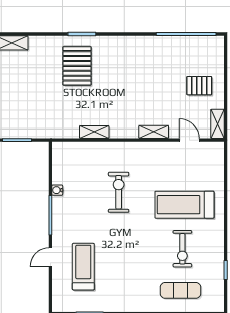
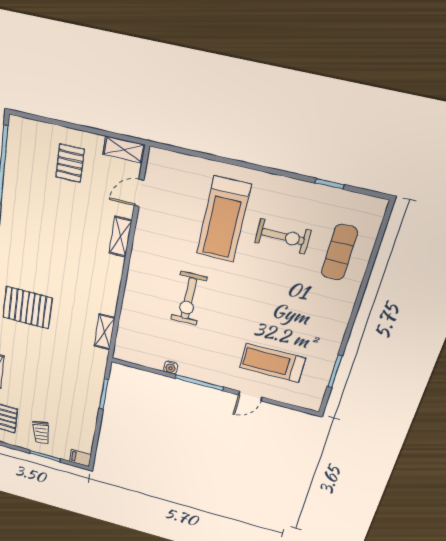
shelving: (94, 132) -> (105, 332), moved
exercise bike: (119, 192) -> (189, 298), turned -90
door: (50, 257) -> (250, 396), hinge flipped

